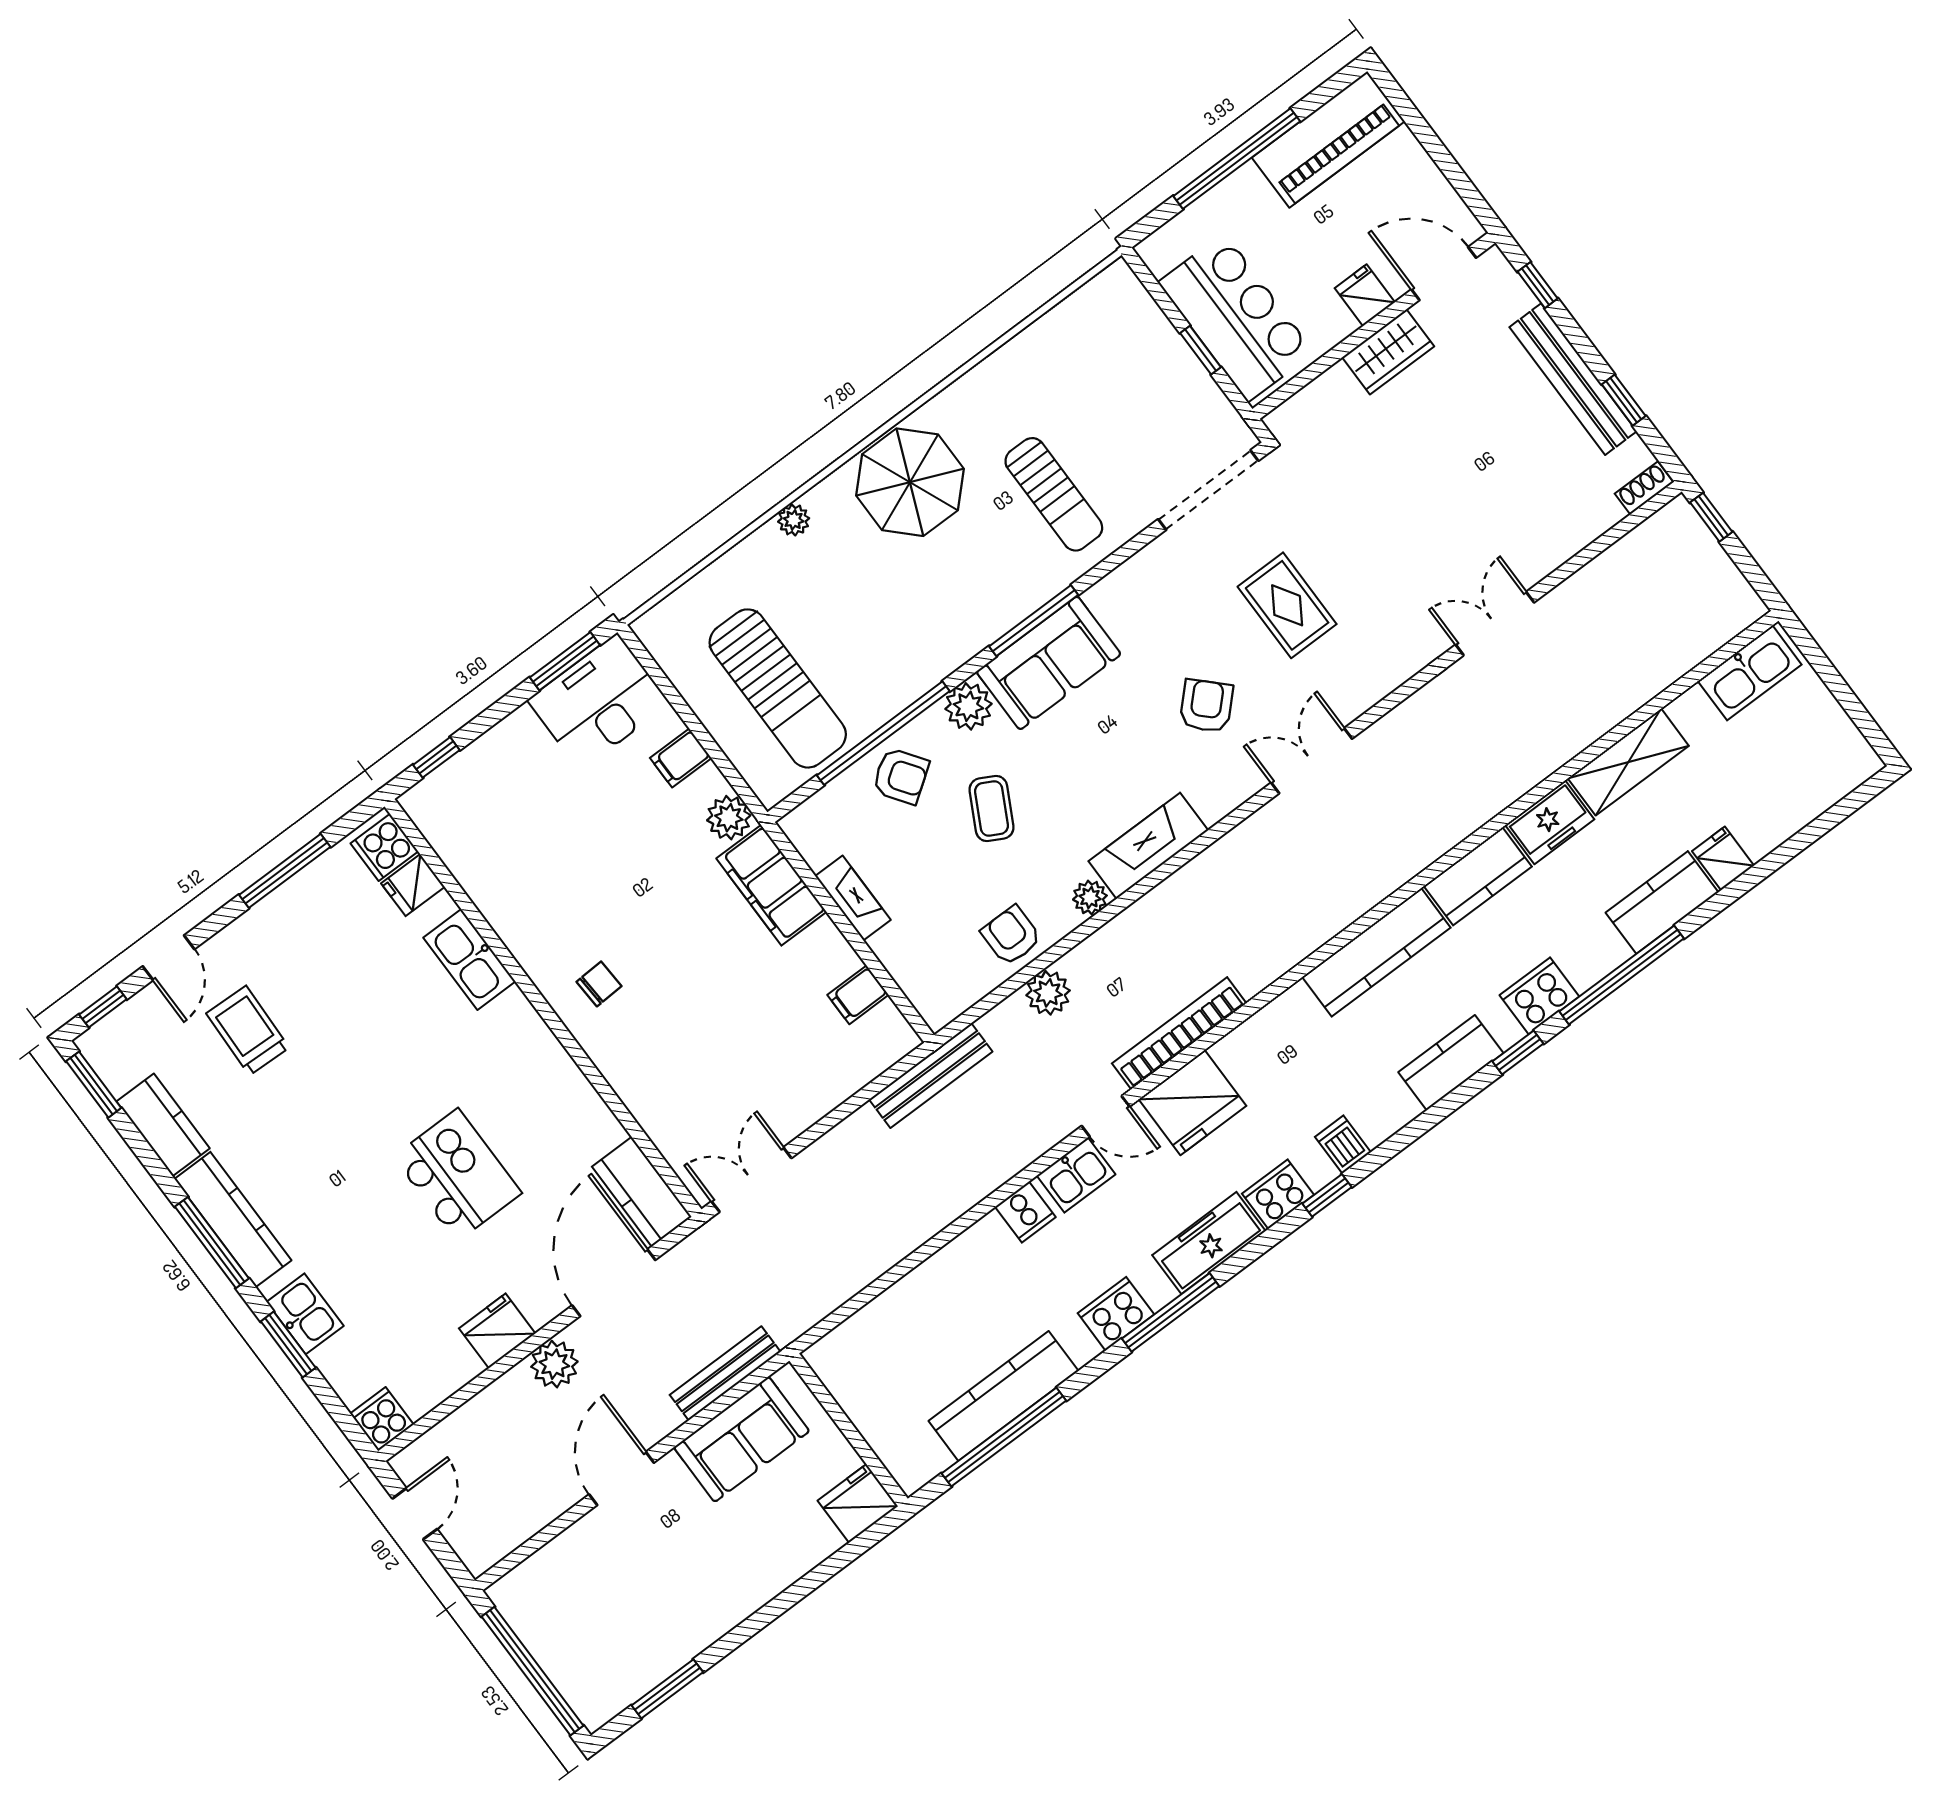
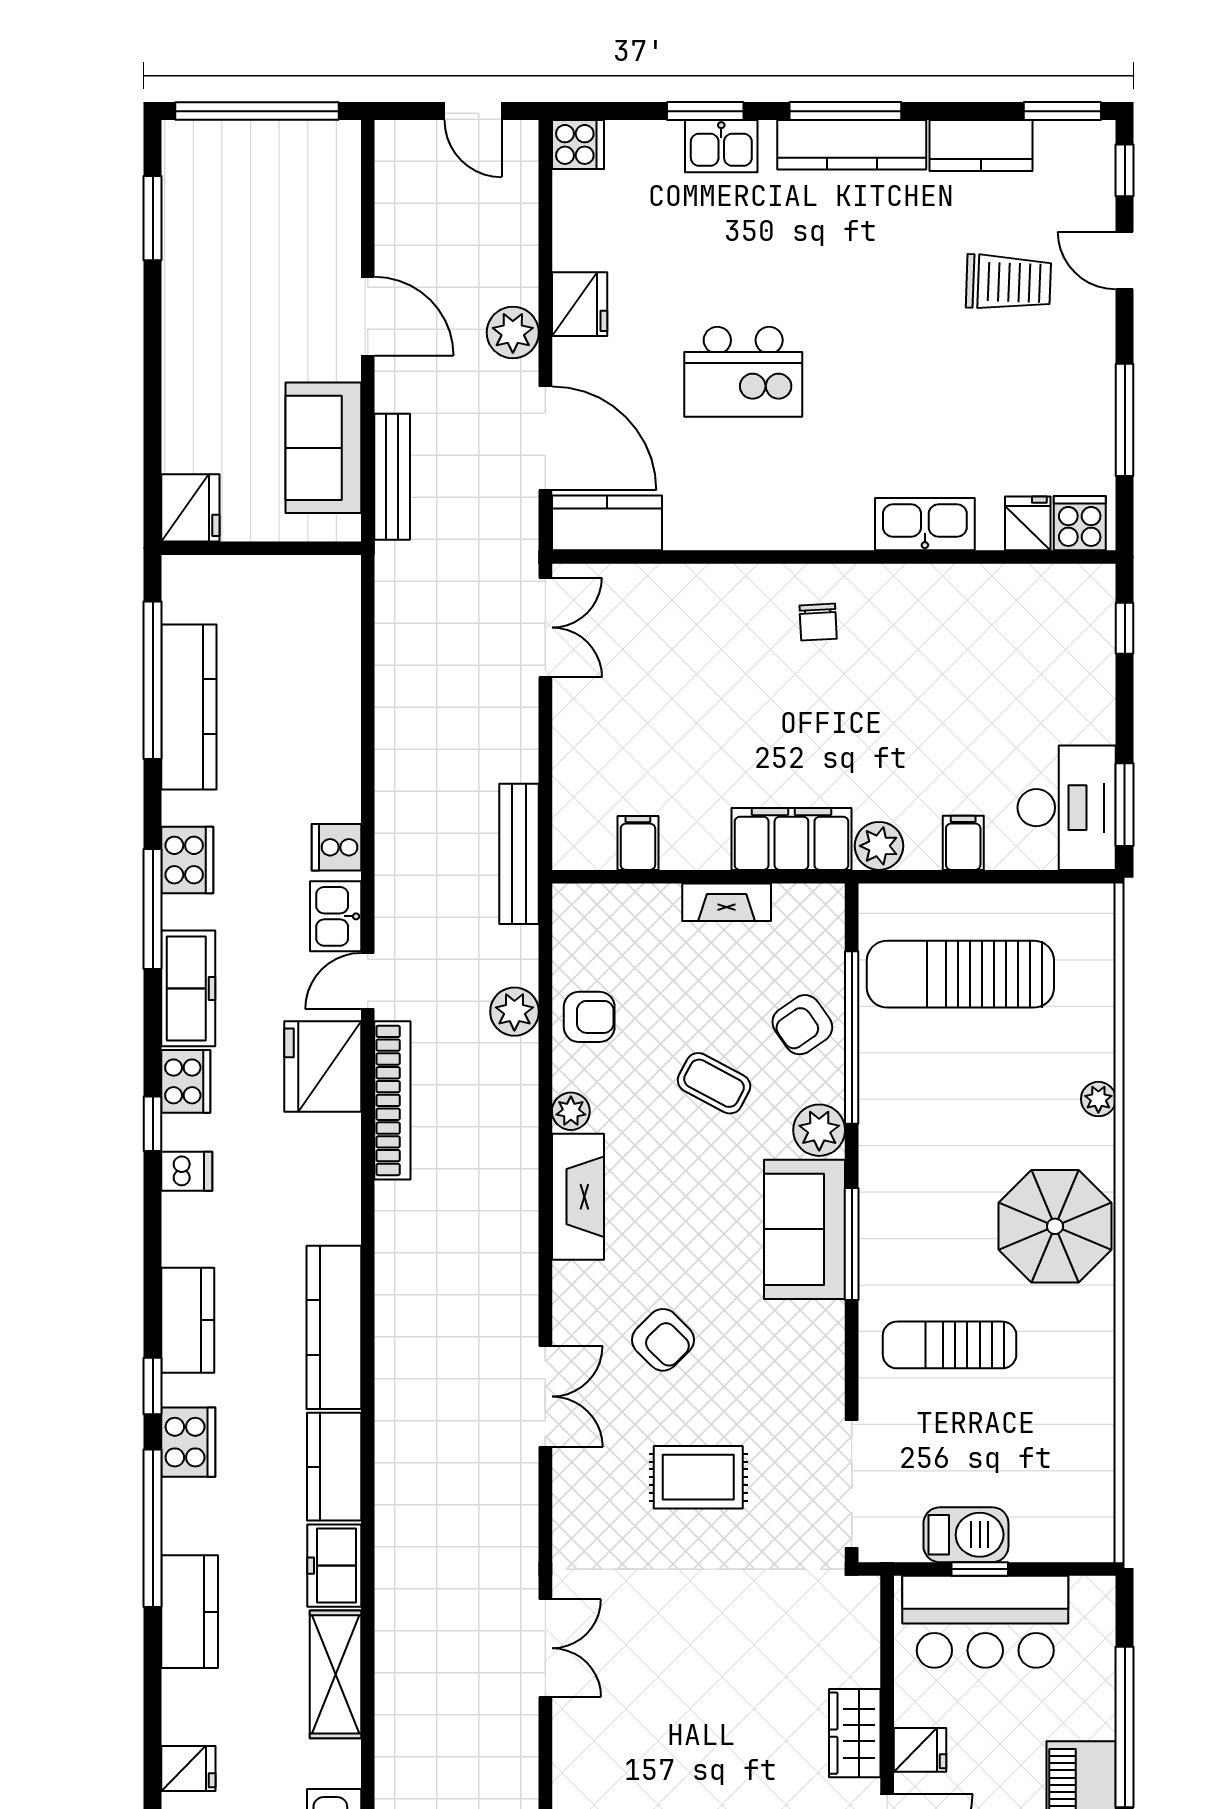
barbecue: (1183, 379) -> (966, 1535), added
fridge: (1723, 858) -> (188, 1769), moved

